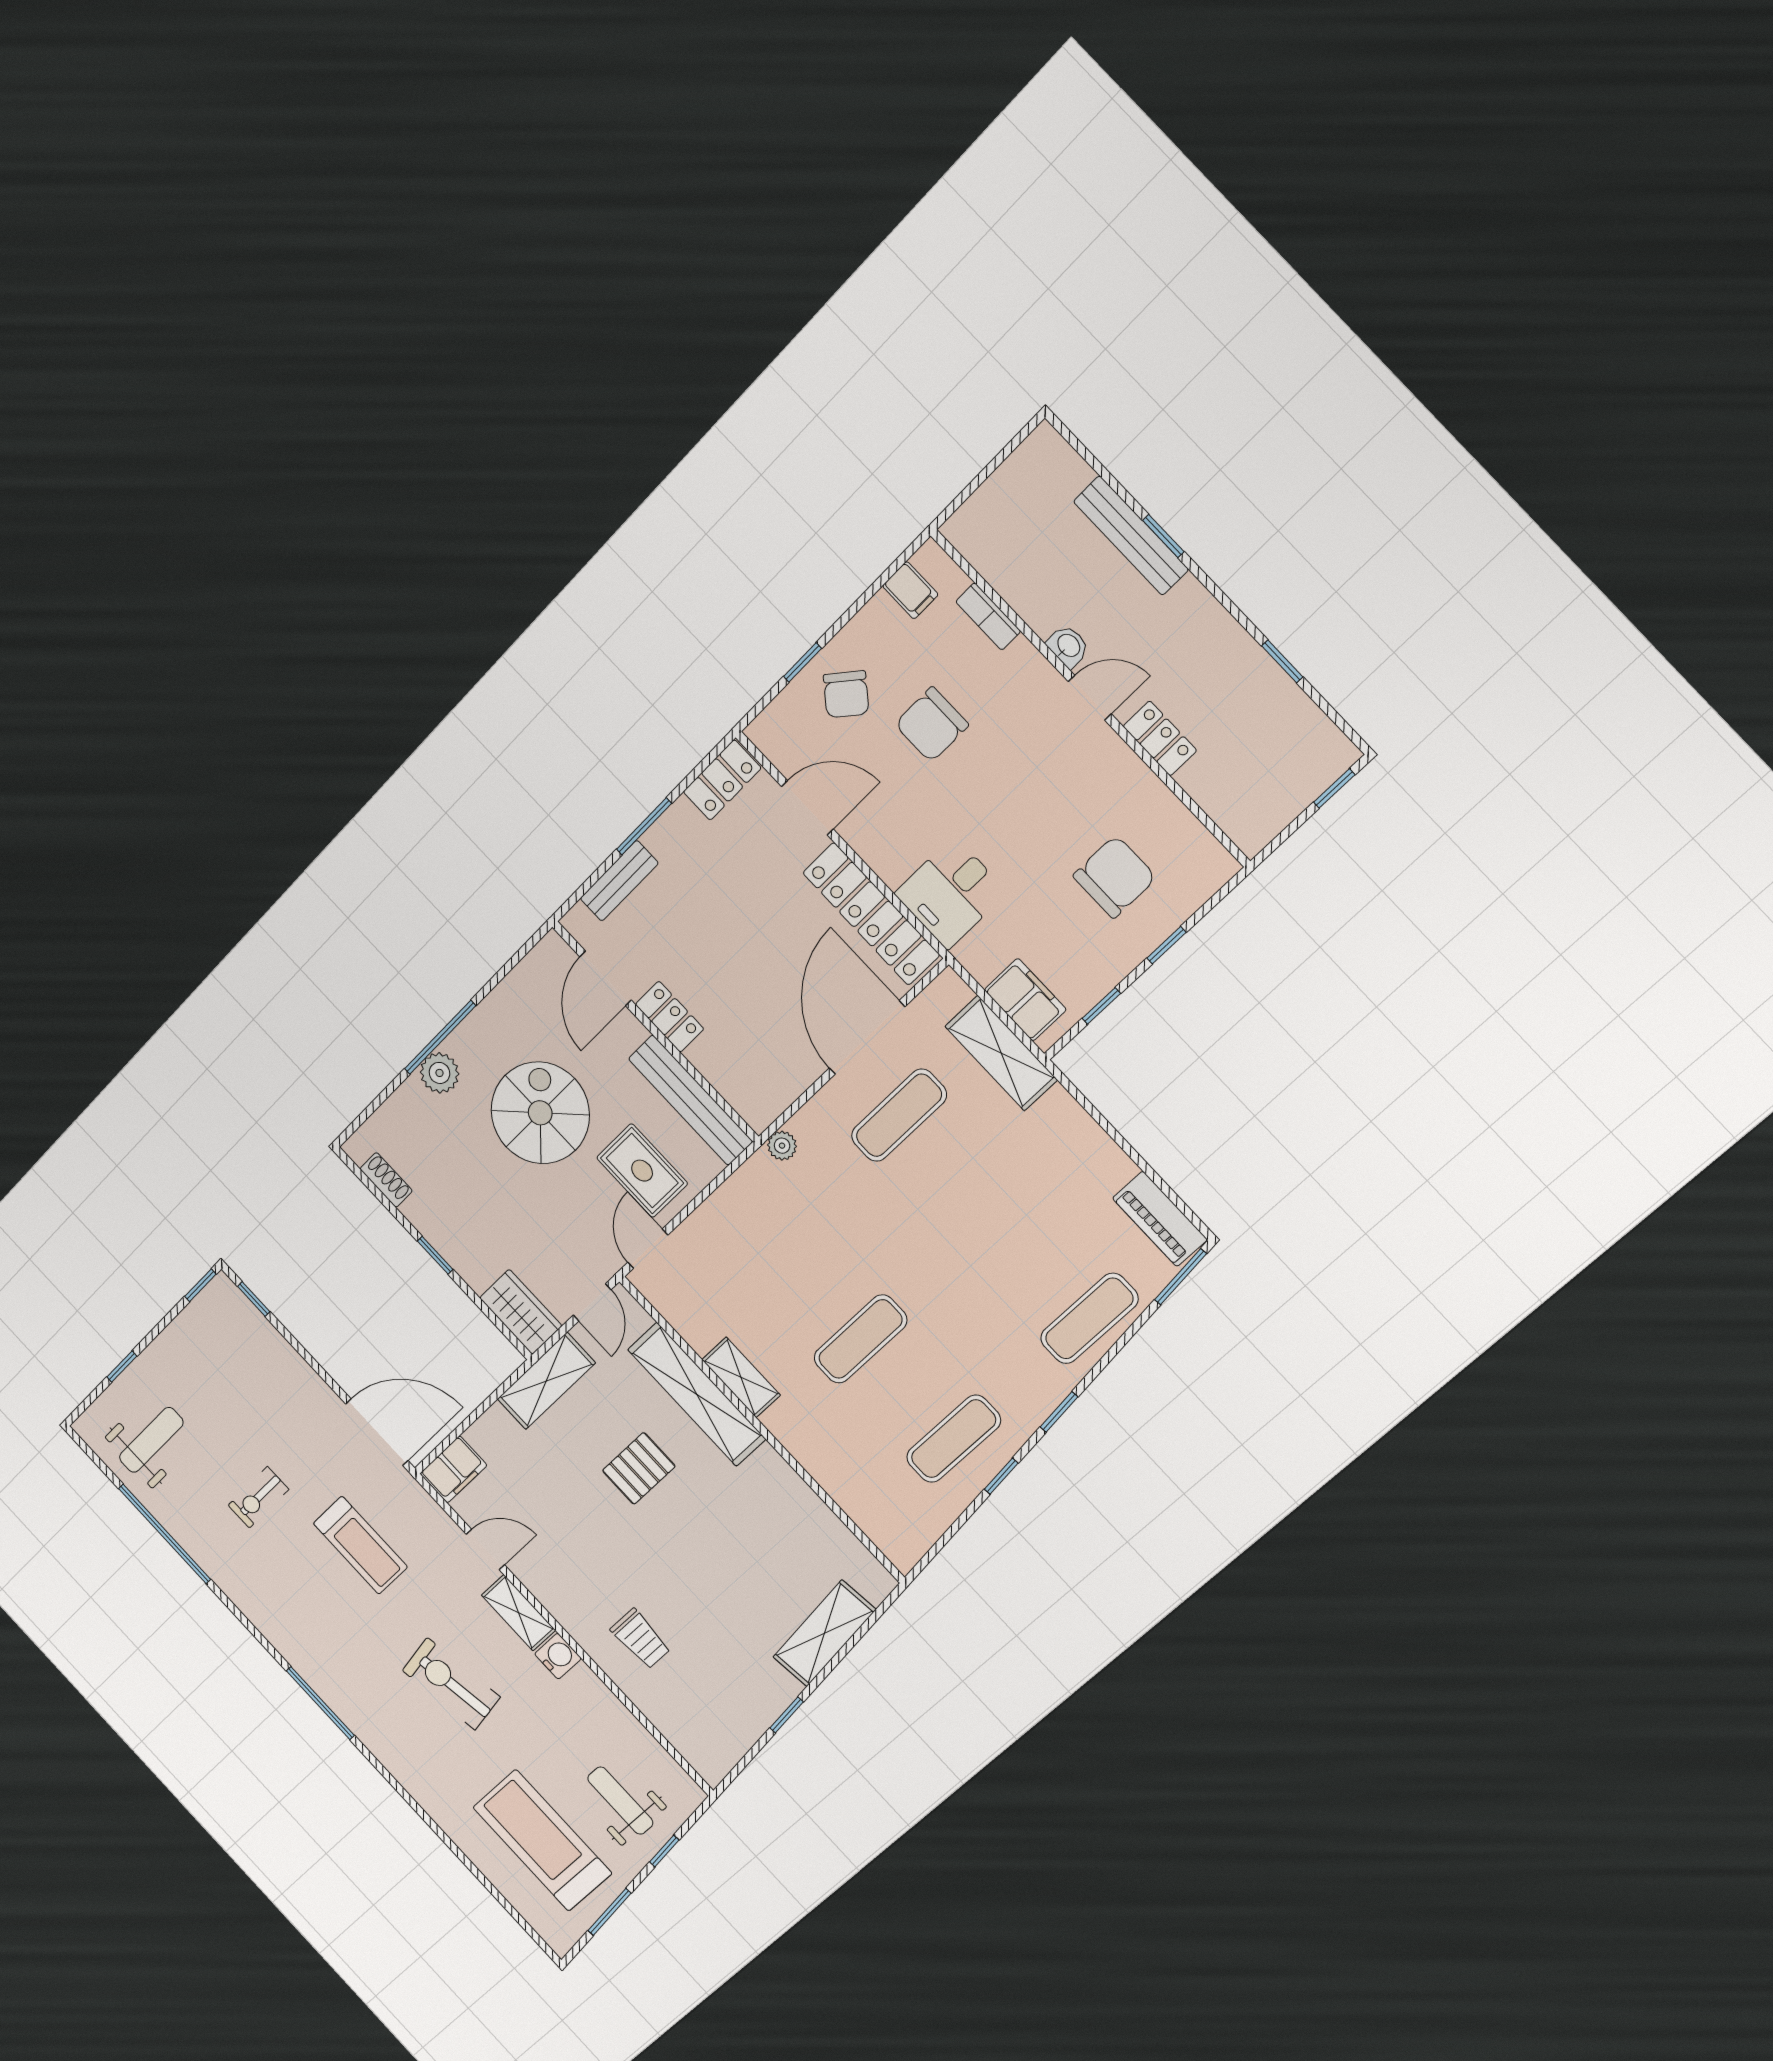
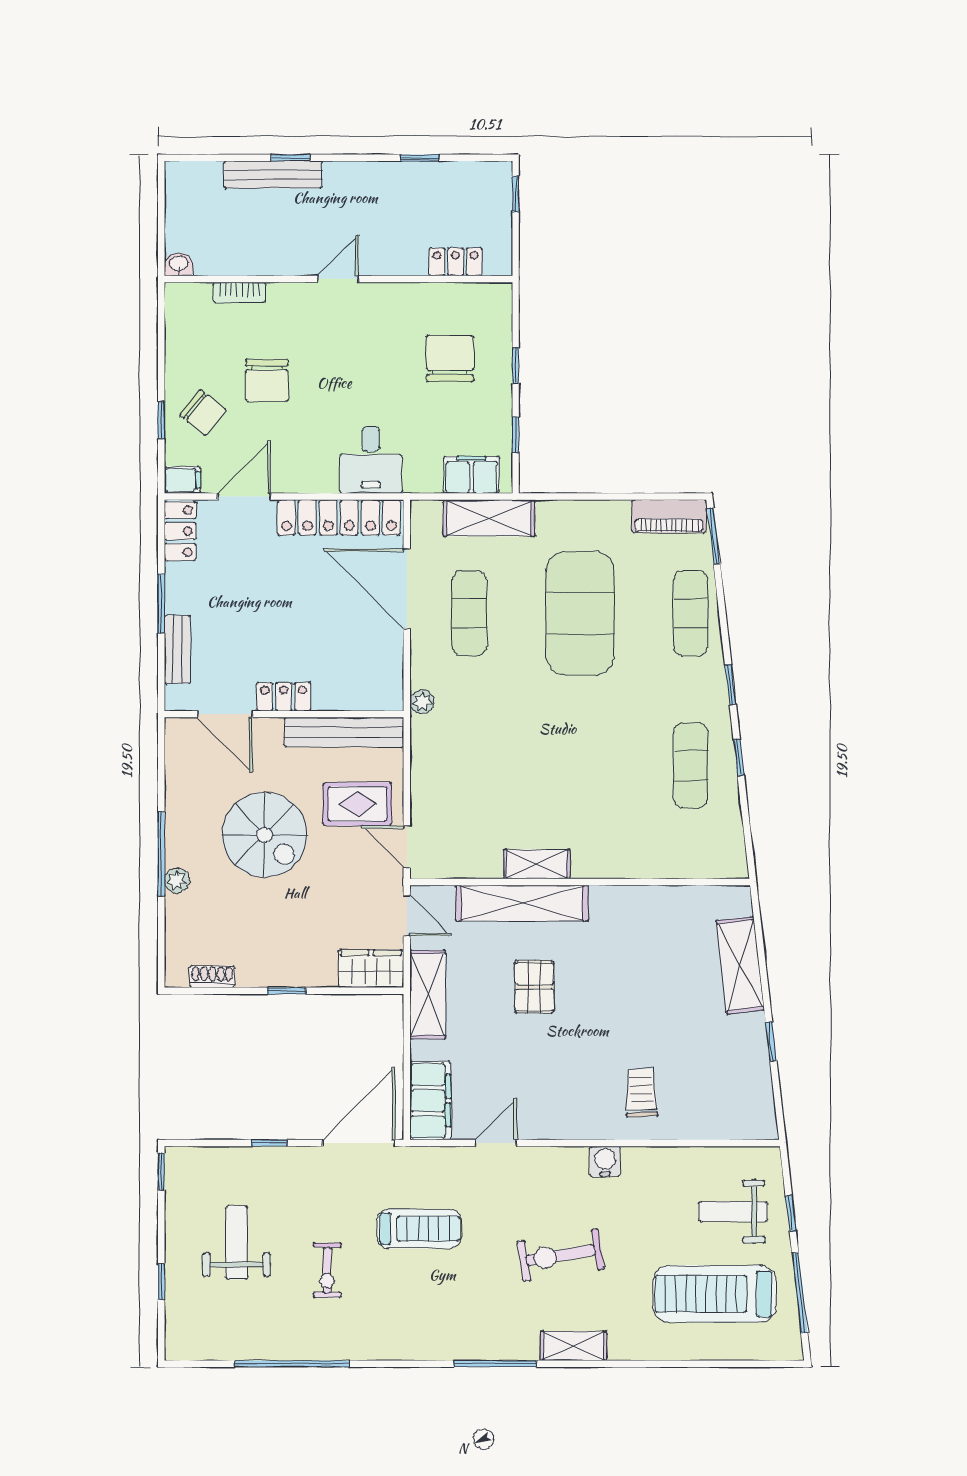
filing cabinet: (910, 590) -> (182, 480), moved
washbasin: (1068, 646) -> (179, 264), moved
locker: (1160, 738) -> (456, 262), moved
plant: (439, 1073) -> (177, 881), width x0.73, depth x0.73
spiral stairs: (540, 1113) -> (264, 835), turned 180
window: (254, 1299) -> (269, 1143), moved
exercise mat: (860, 1339) -> (580, 613), moved, width x2.00, depth x1.45
weight bench: (151, 1440) -> (237, 1242), moved
filing cabinet: (453, 1469) -> (430, 1101), width x1.50, depth x1.17
shelving: (518, 1613) -> (573, 1346), moved
trolley: (641, 1639) -> (641, 1093), turned -92
window: (609, 1912) -> (800, 1293), width x1.44

